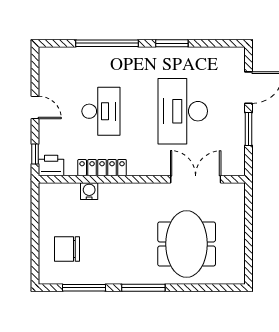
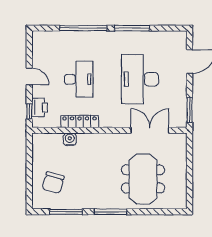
window: (172, 43) -> (132, 28), width x1.44
window: (249, 129) -> (190, 110), moved
printer: (51, 165) -> (40, 107), moved, turned 90
chair: (67, 249) -> (53, 183), turned -74

